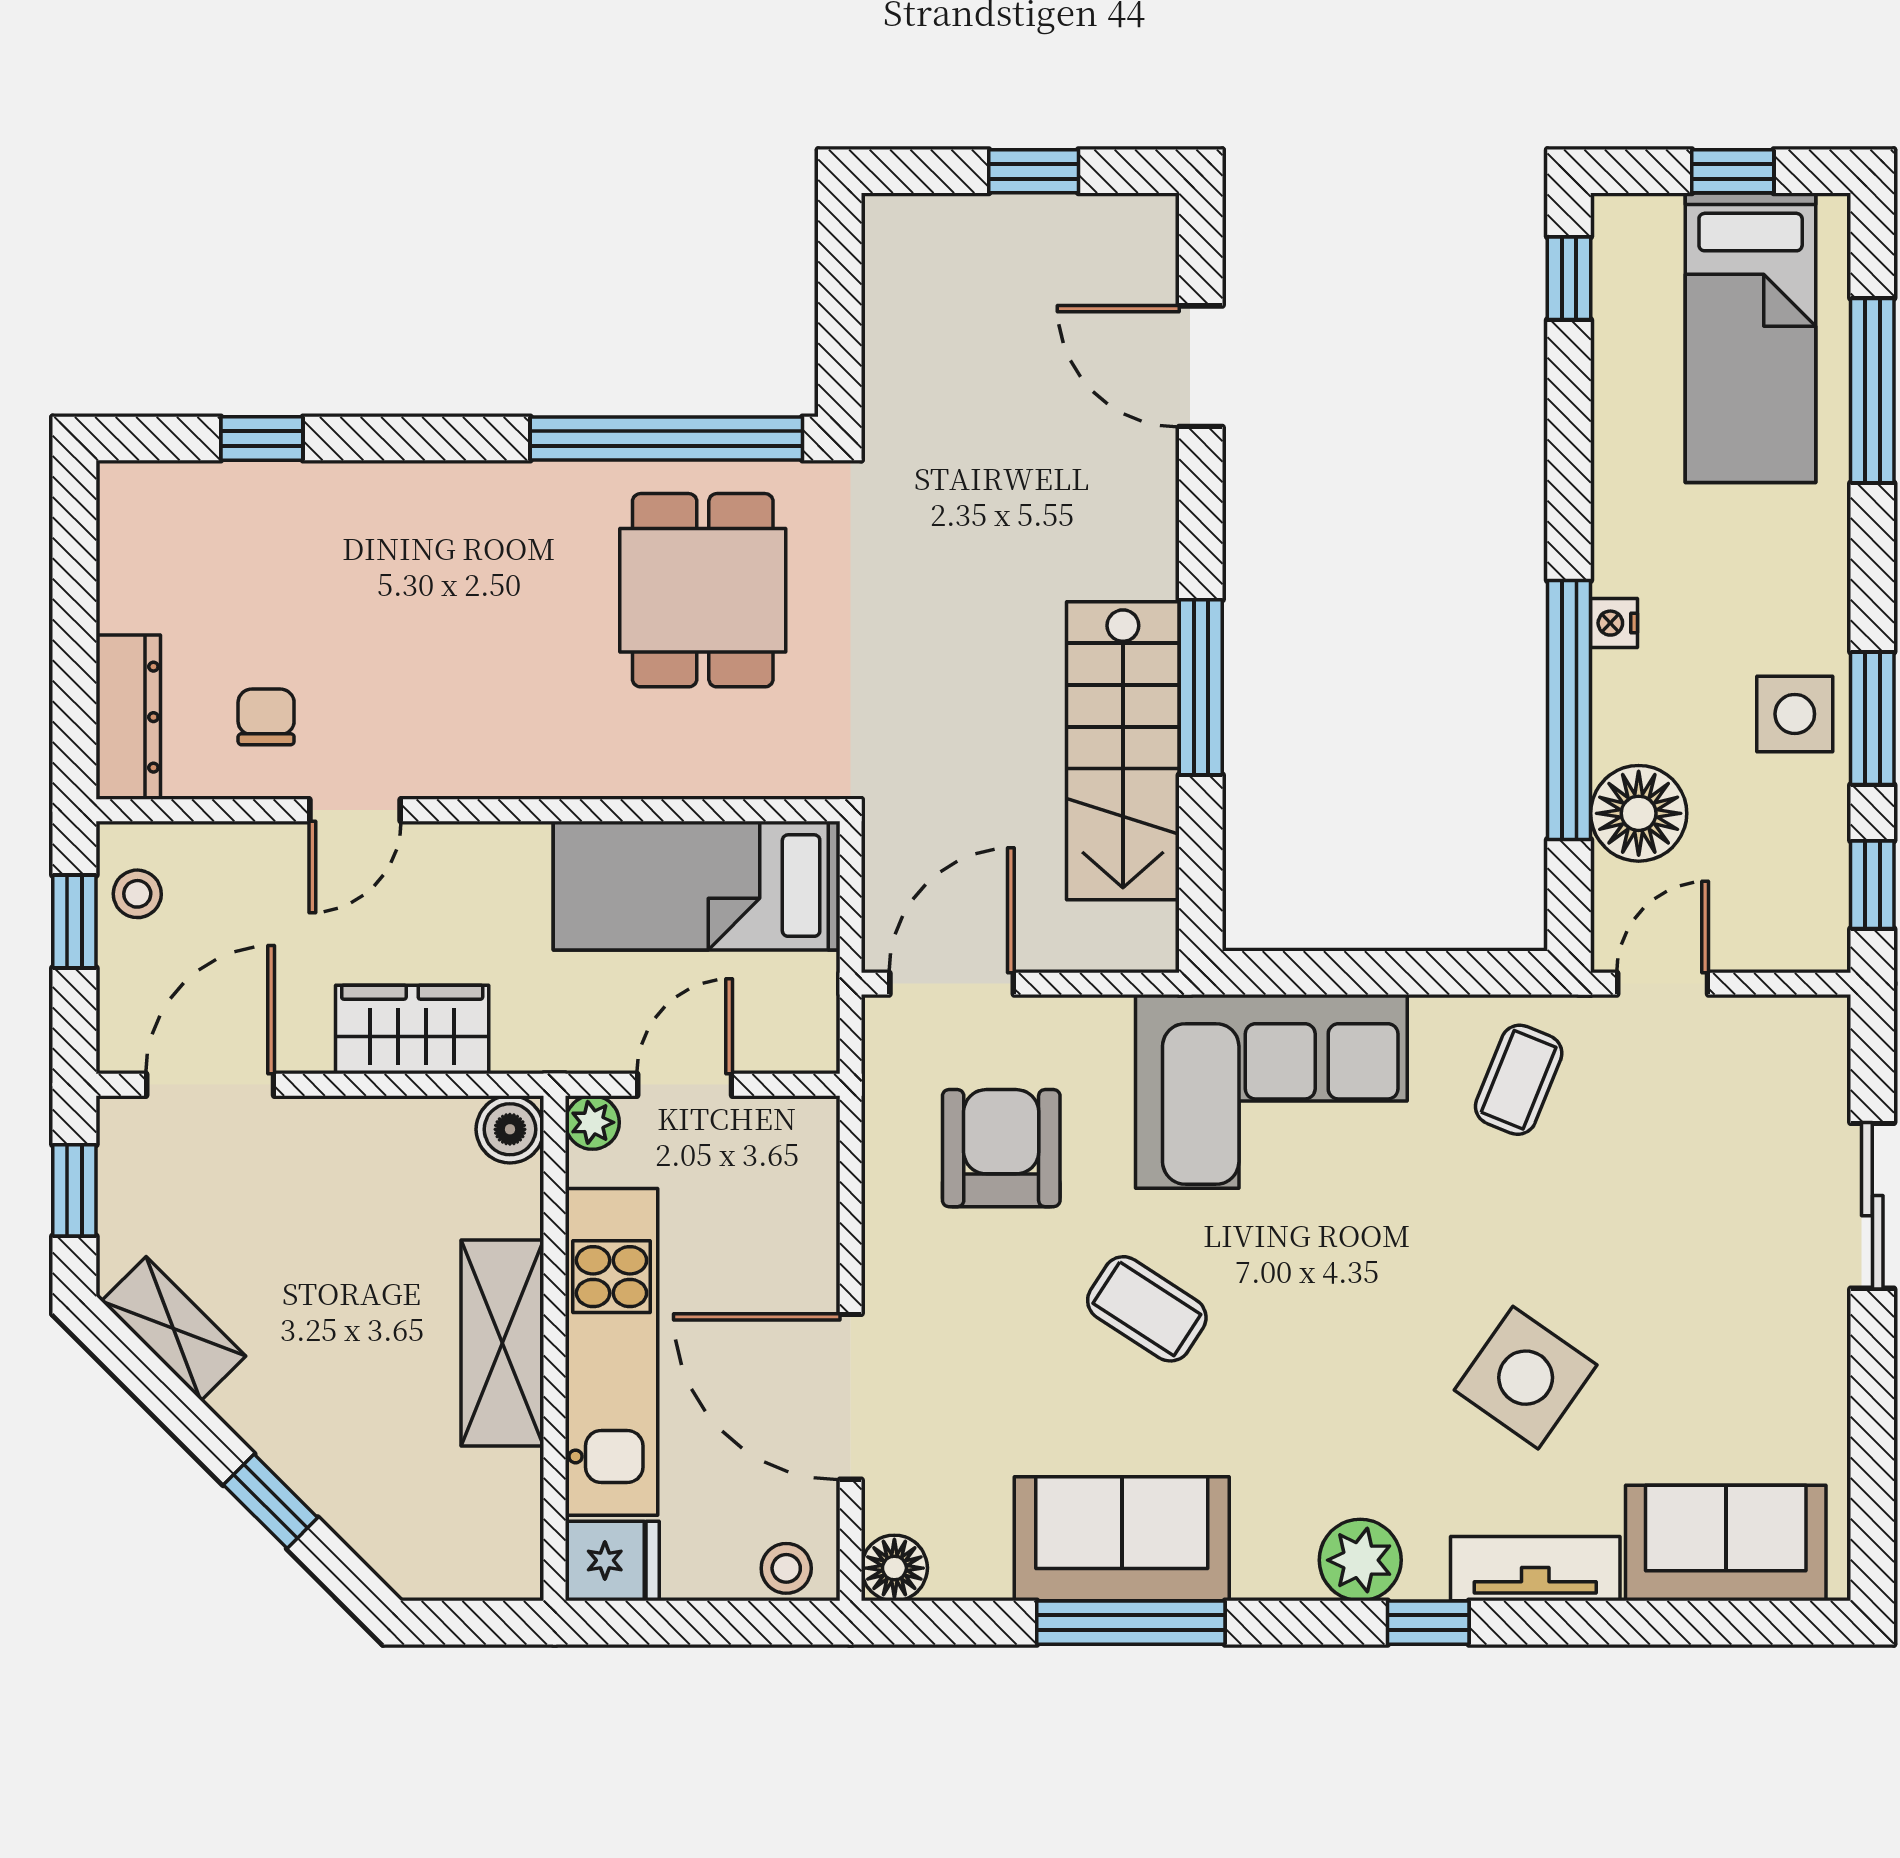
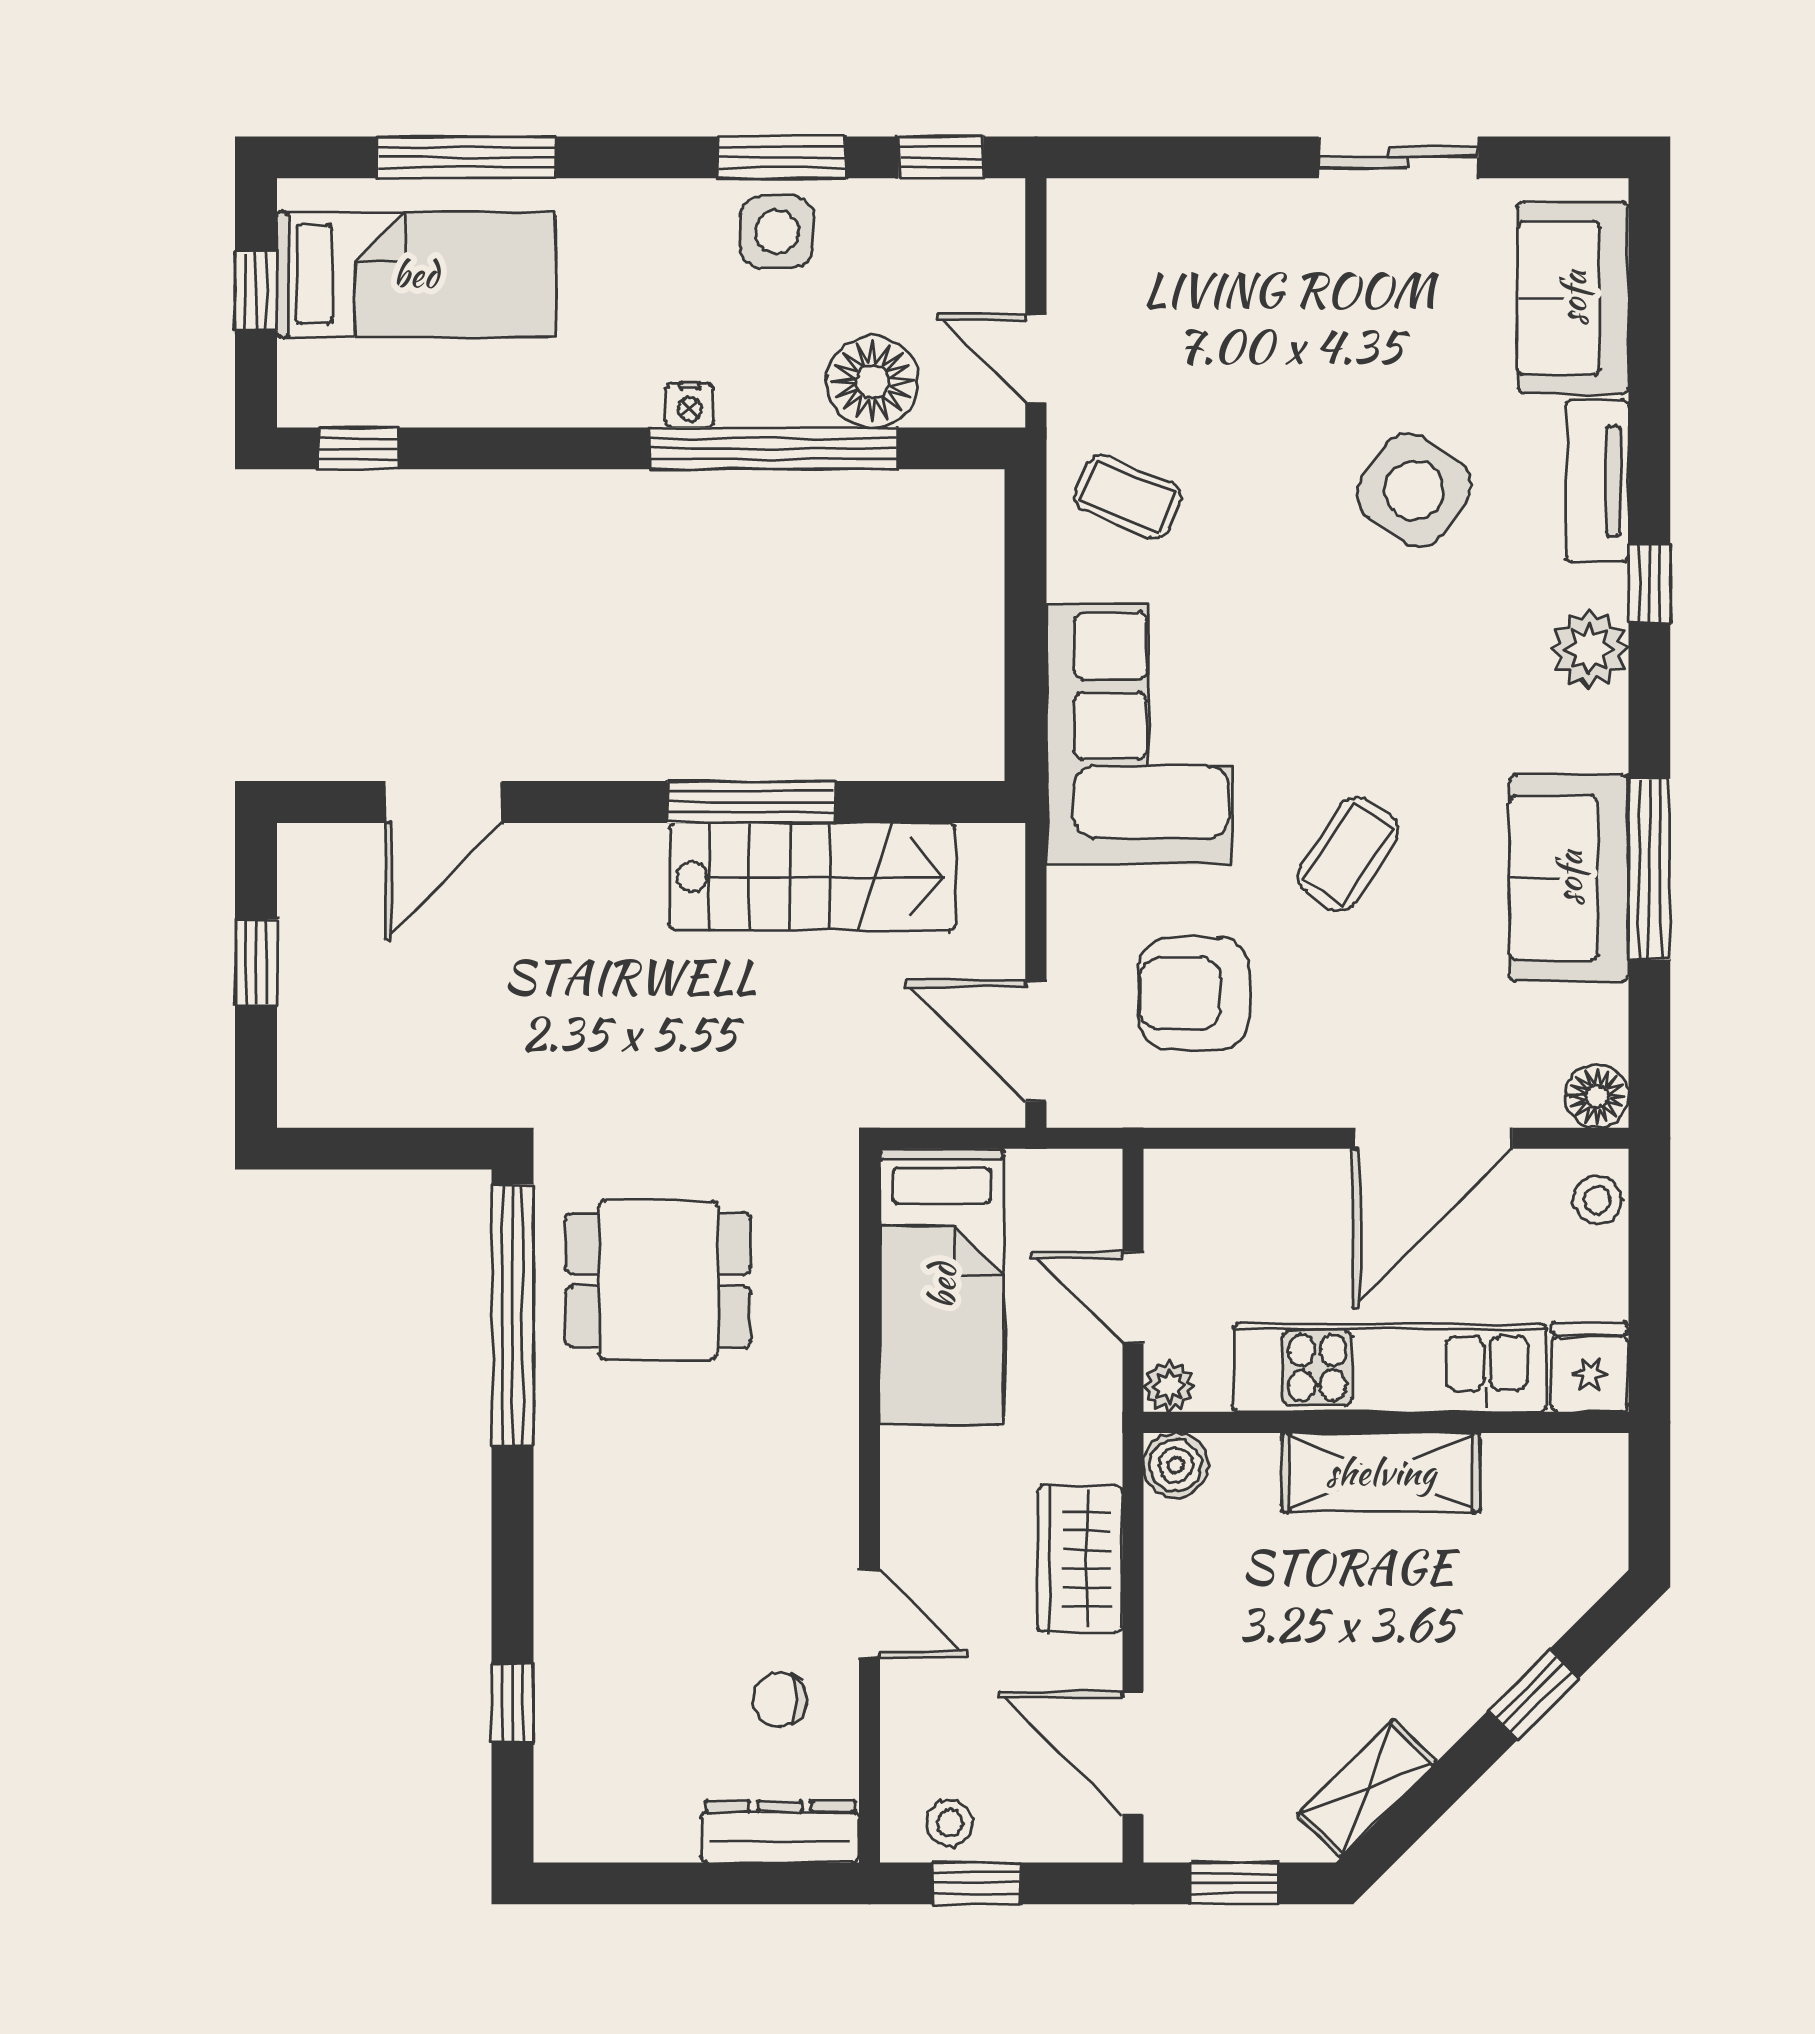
sliding door: (1872, 1206) -> (1398, 157), moved

